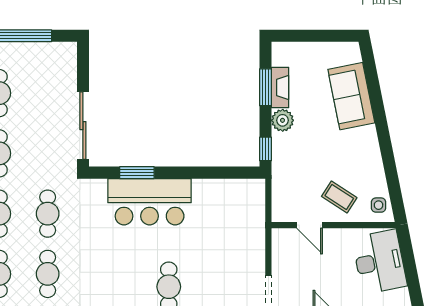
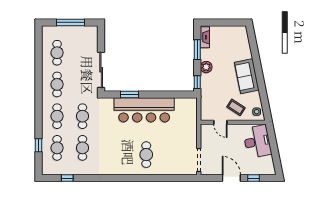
fireplace: (280, 88) -> (205, 37), moved
sofa: (351, 96) -> (247, 76), moved
bar counter: (150, 202) -> (144, 110), width x1.36

